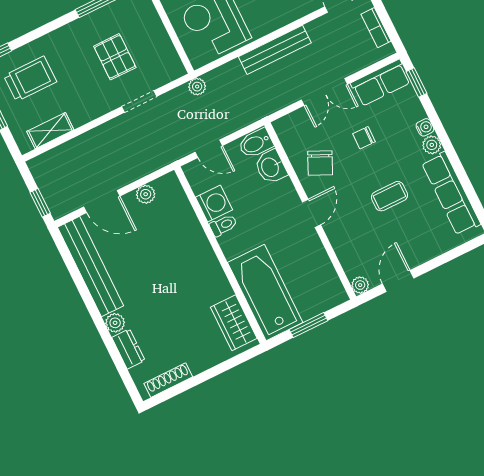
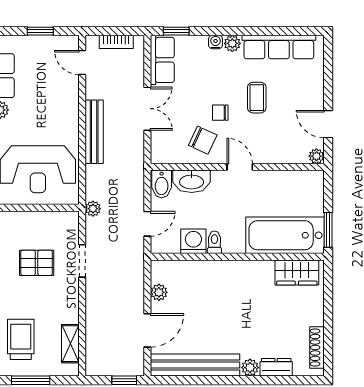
chair: (364, 138) -> (220, 113), moved, turned 89
washbasin: (271, 167) -> (192, 181), width x1.38
window: (309, 325) -> (328, 230), moved

